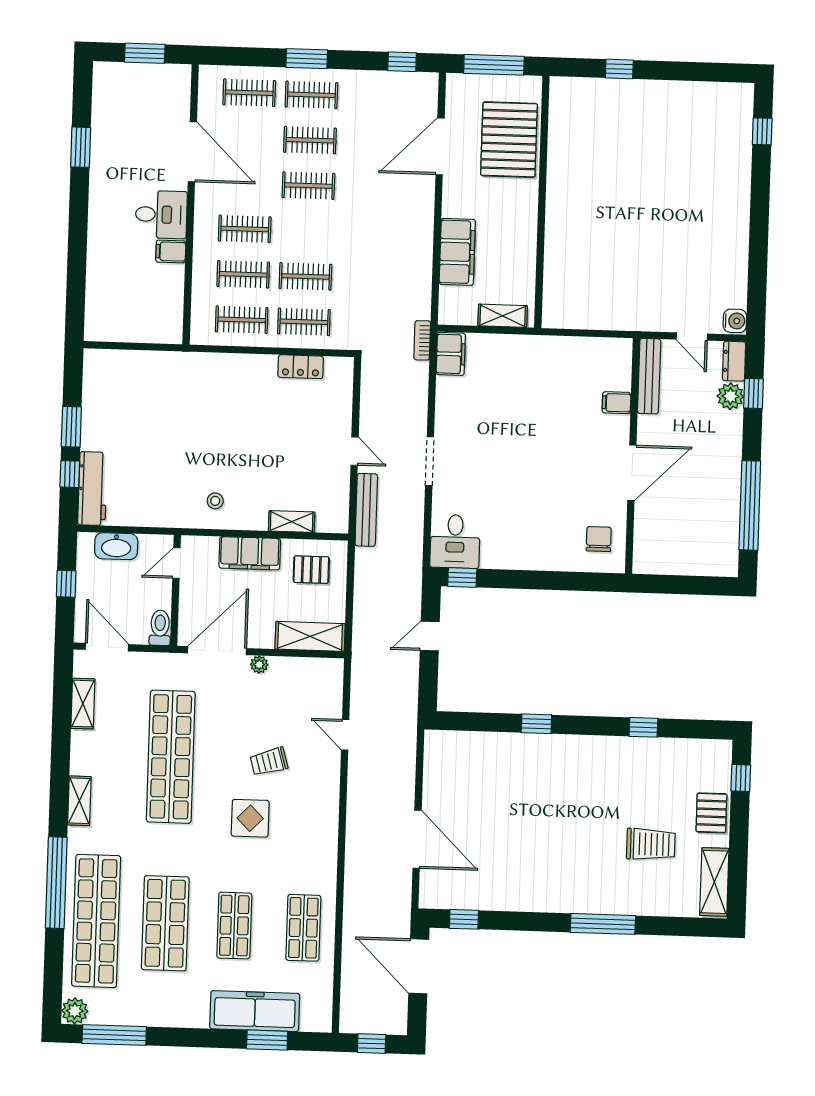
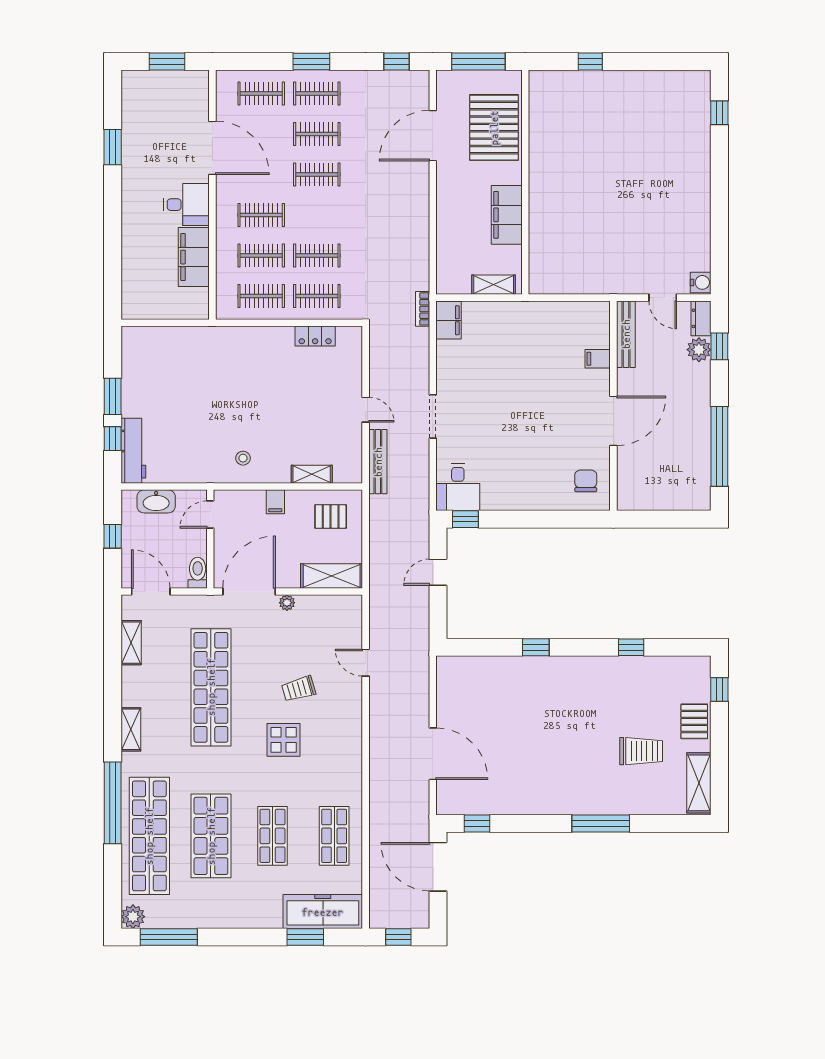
filing cabinet: (171, 251) -> (194, 257), width x3.00, depth x1.17
filing cabinet: (457, 252) -> (507, 215), moved, turned 180
filing cabinet: (250, 553) -> (275, 502), width x0.33, depth x0.86
freezer: (255, 1011) -> (323, 912), moved

